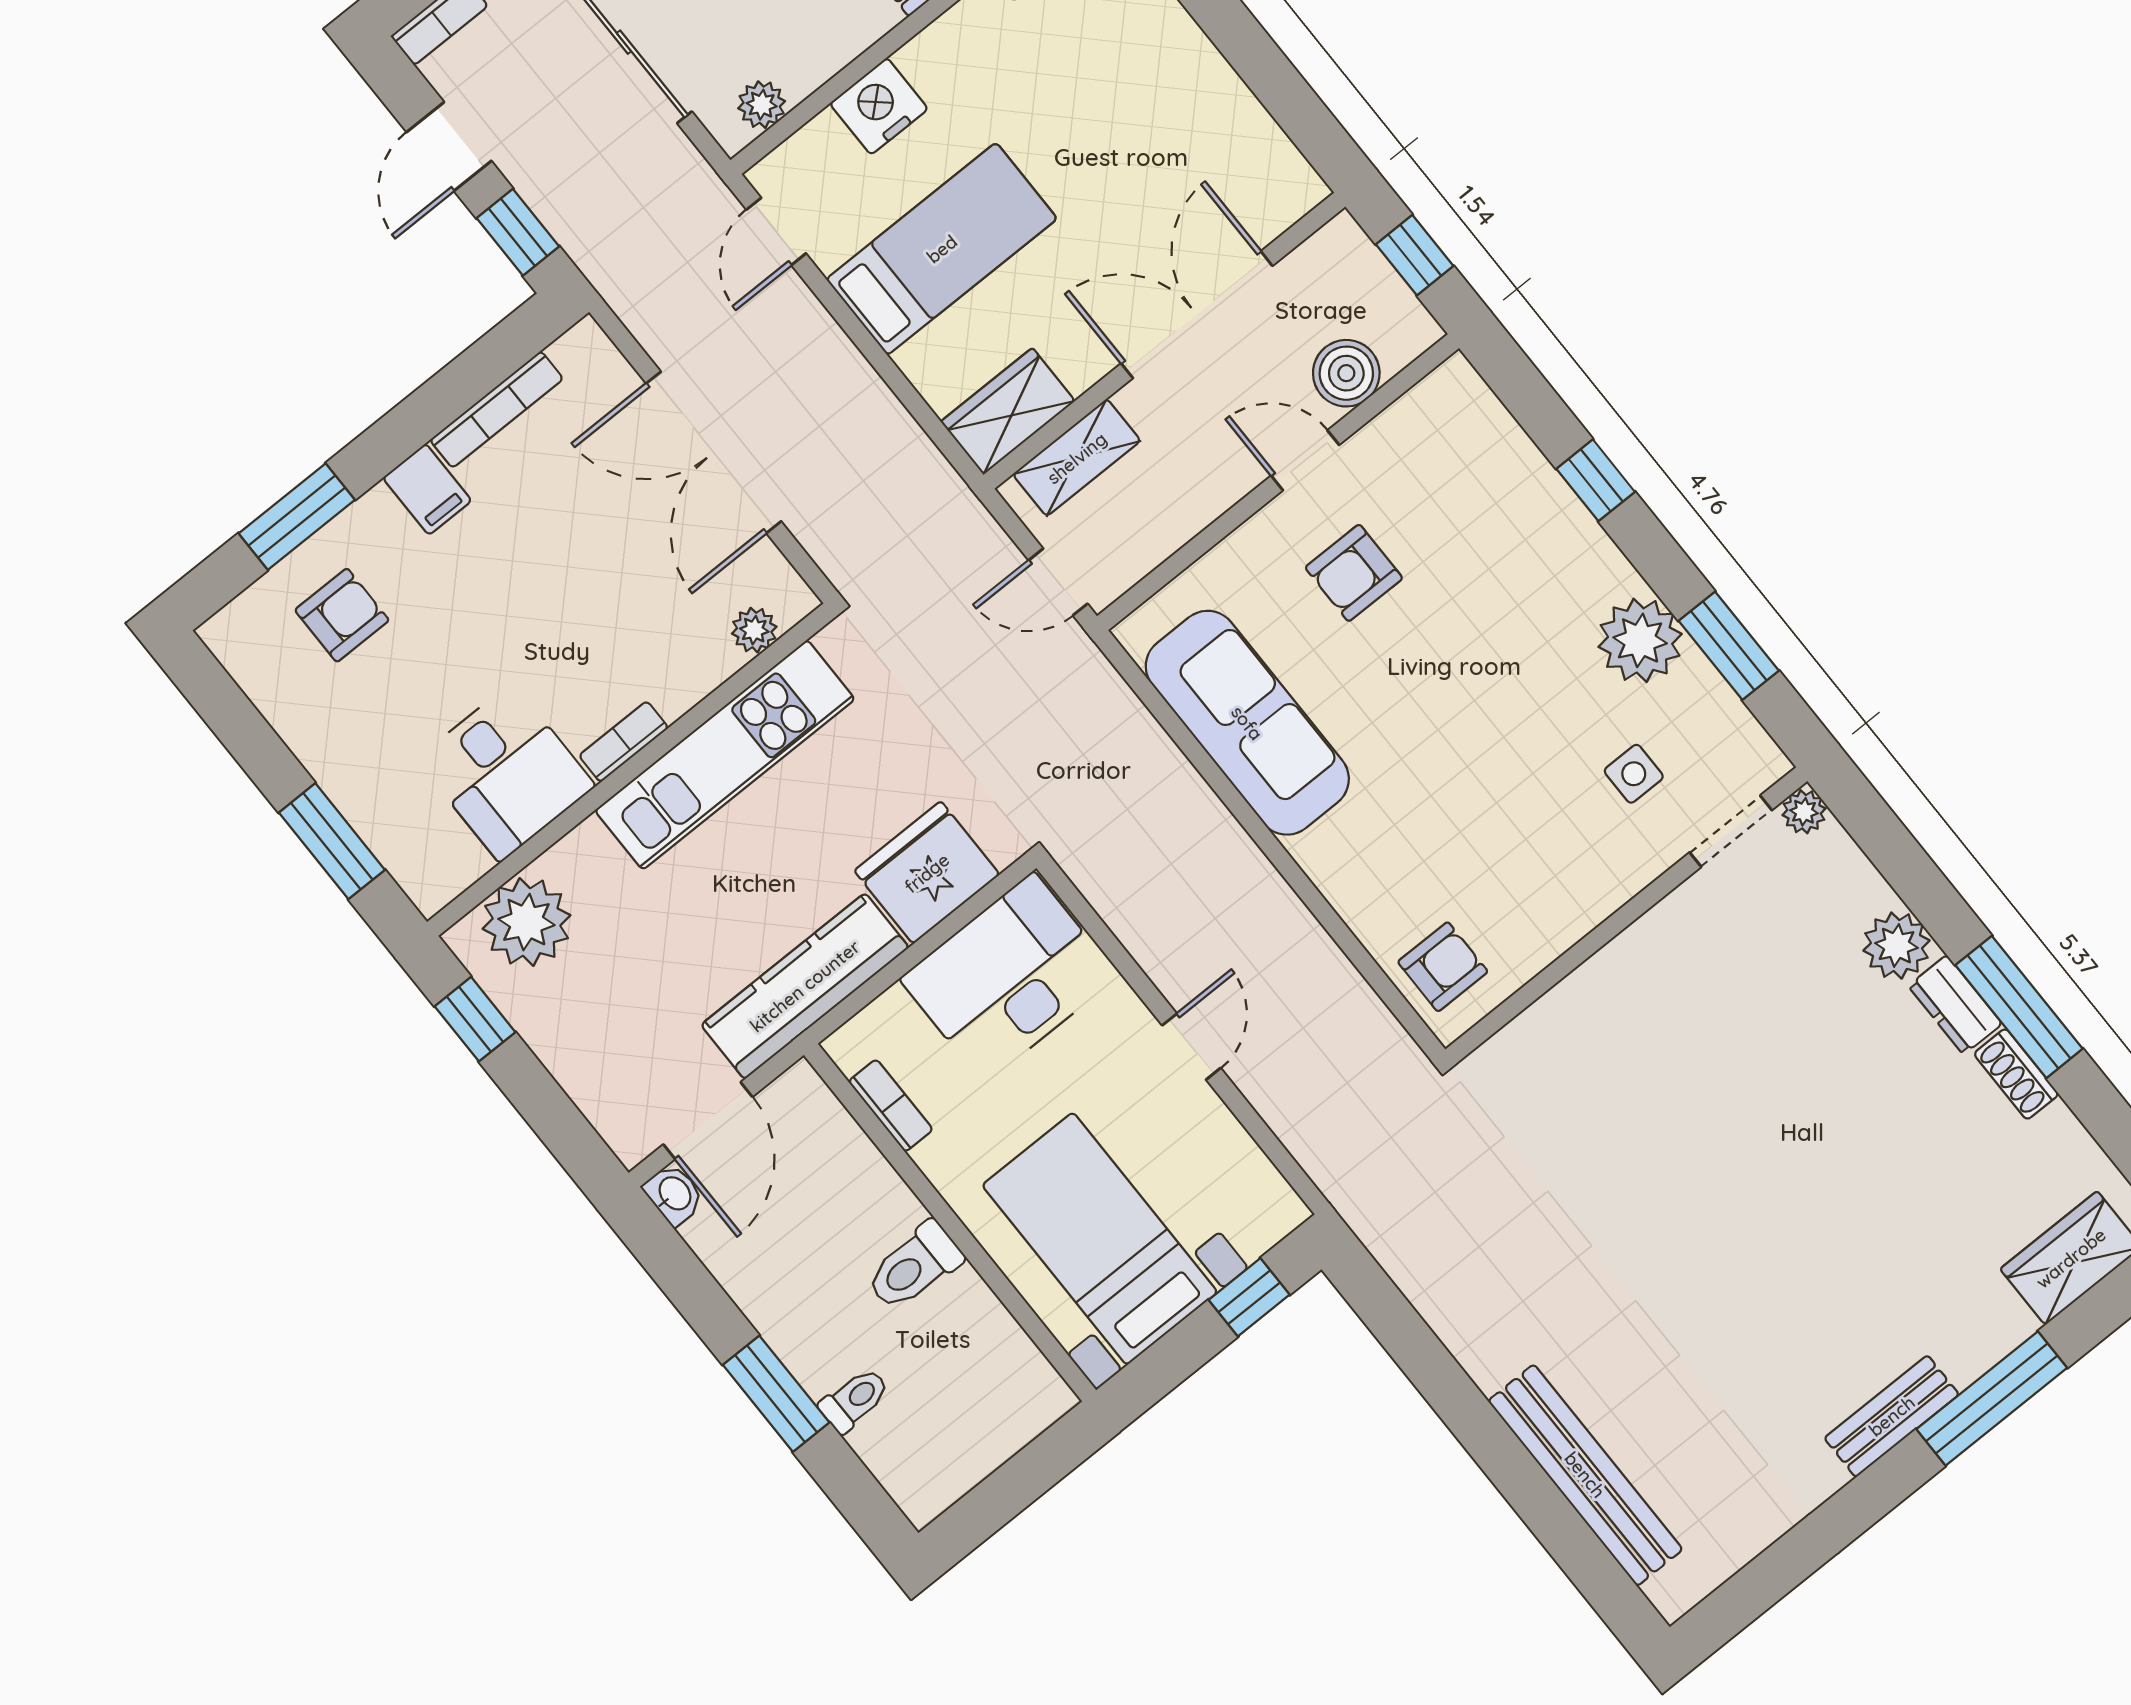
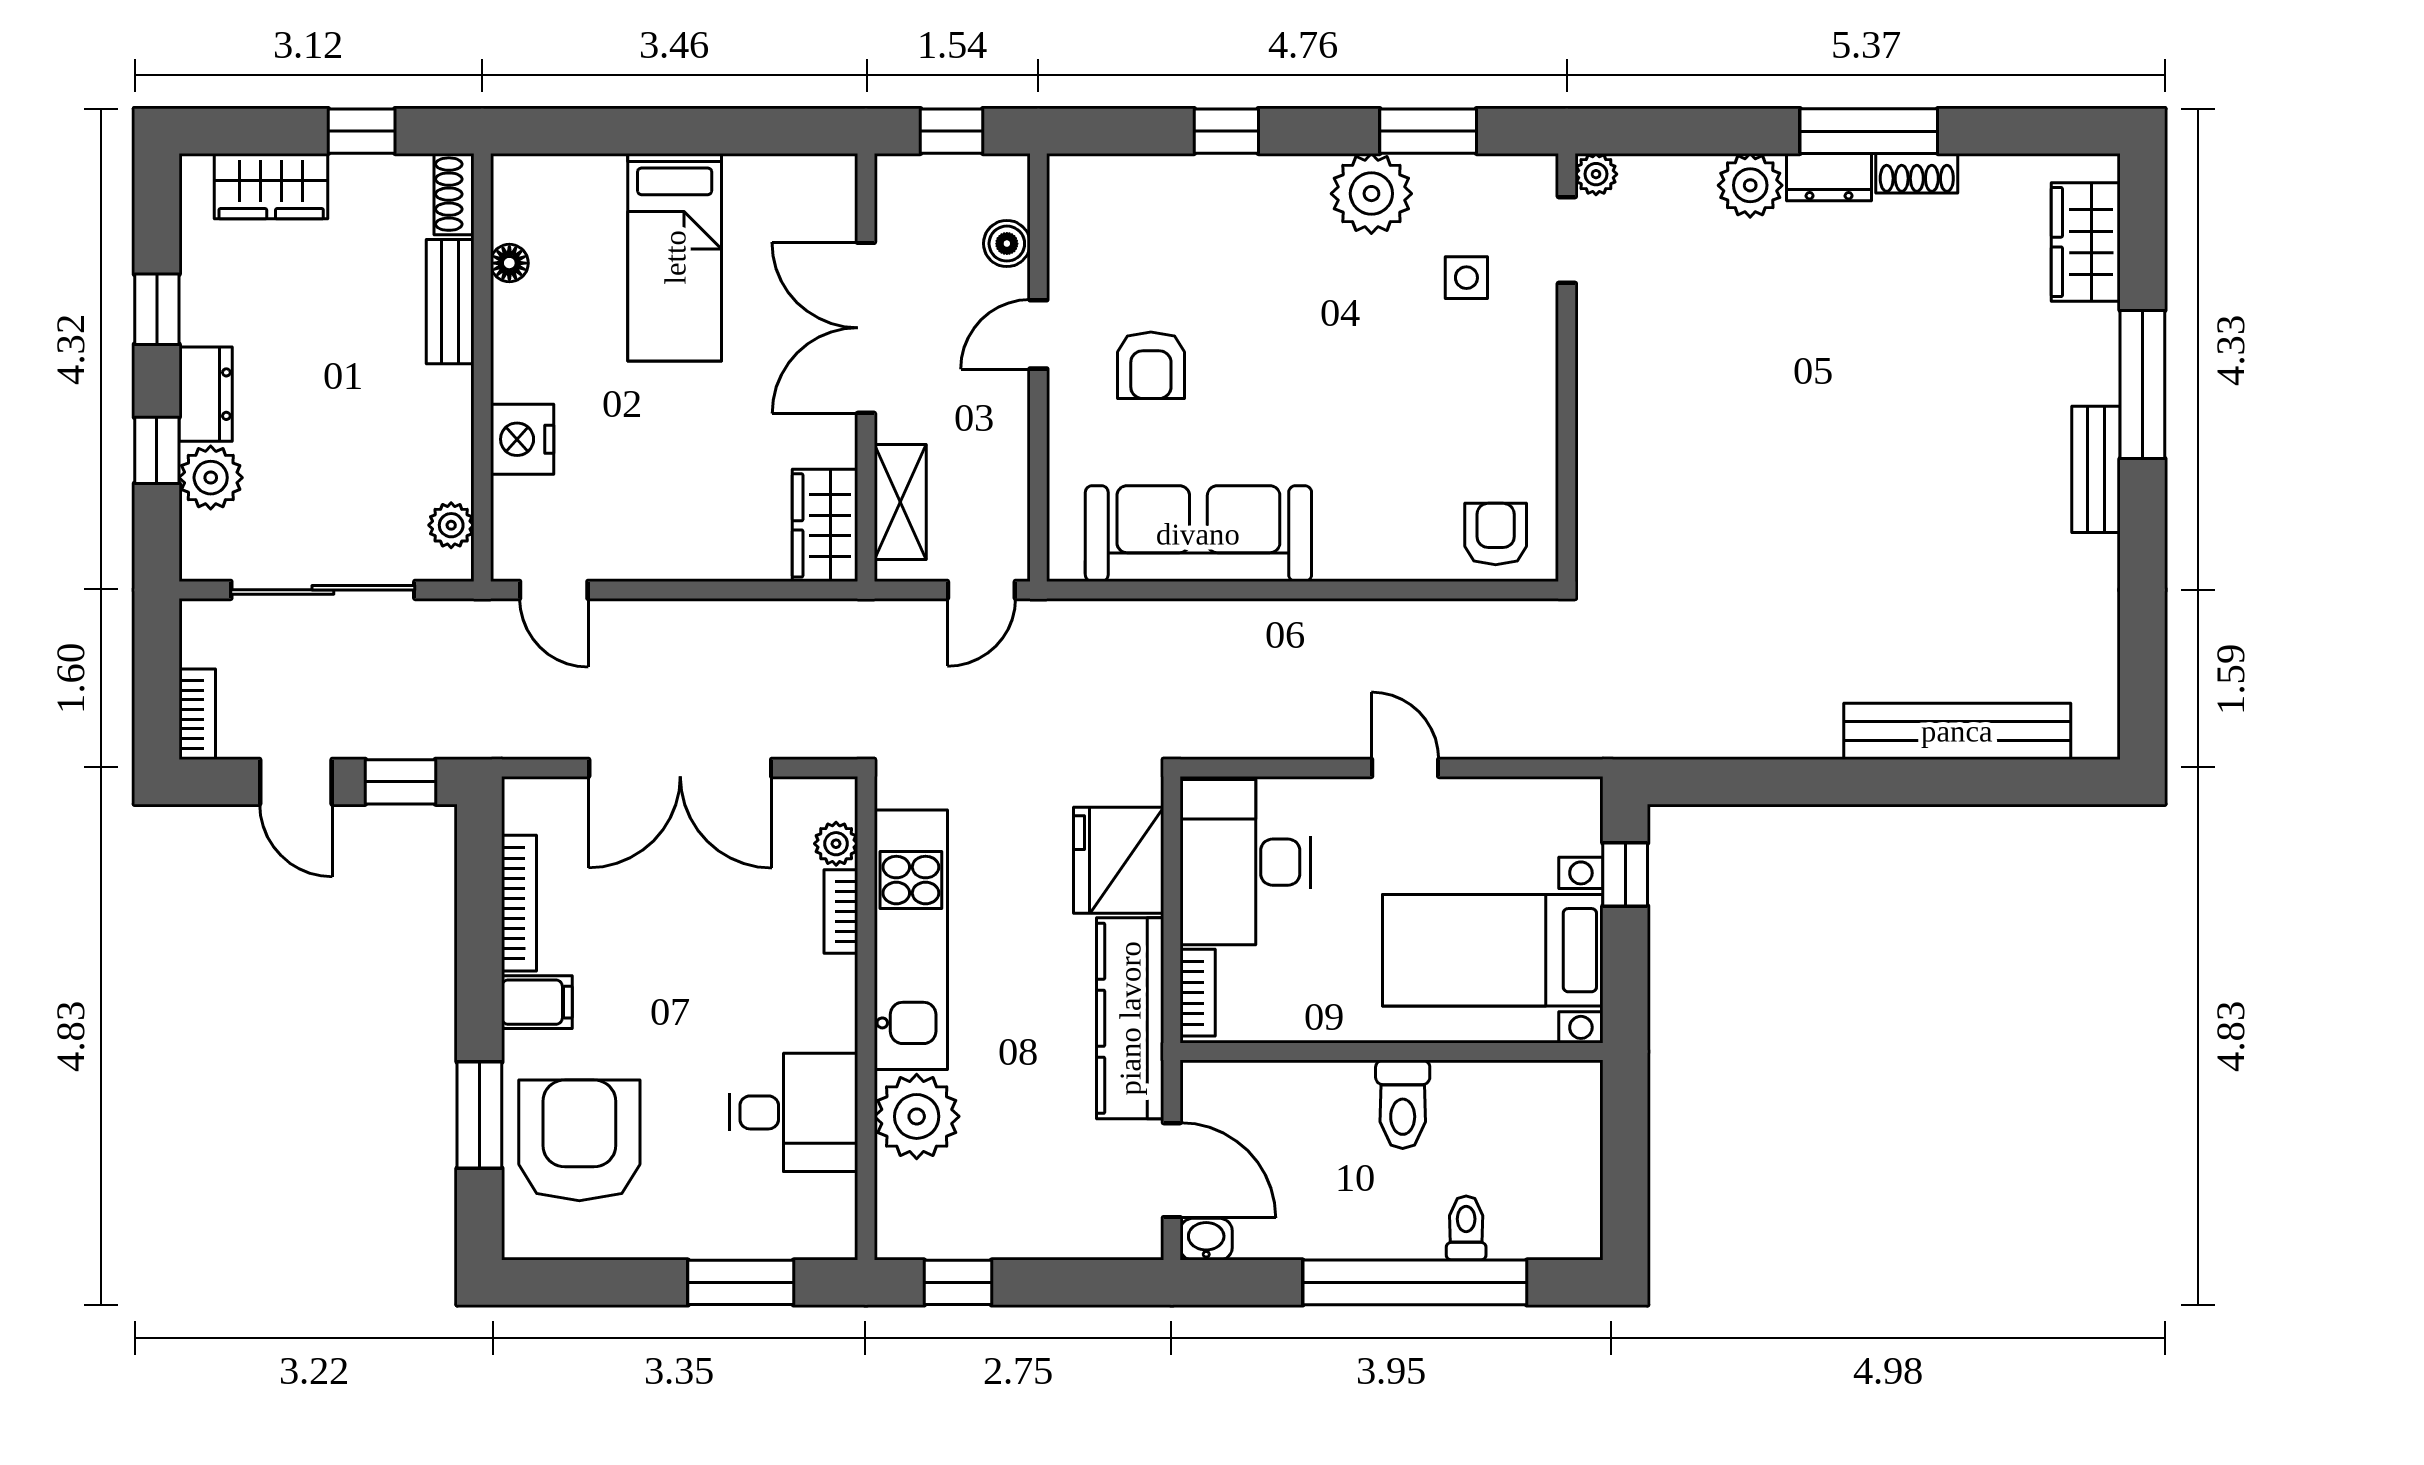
bed: (942, 249) -> (675, 257), moved, turned 180
boiler: (1346, 373) -> (1007, 244), width x0.73, depth x0.73
armchair: (342, 615) -> (579, 1140), width x1.88, depth x1.88
bookcase: (624, 742) -> (841, 912), moved
plant: (526, 922) -> (917, 1116), moved
bookcase: (891, 1106) -> (1198, 993), moved, turned 90
window: (776, 1394) -> (1415, 1282), width x2.11

